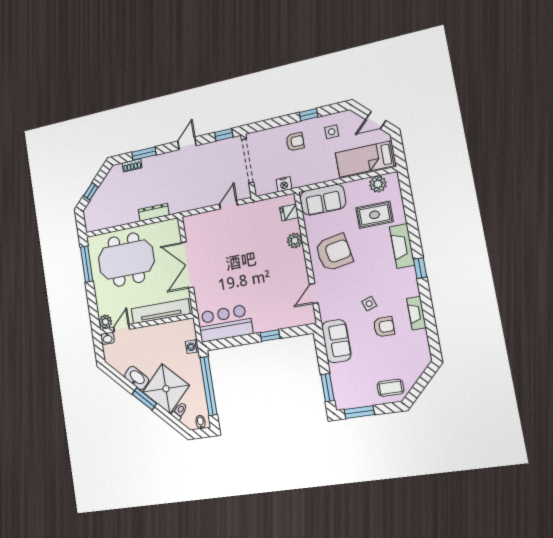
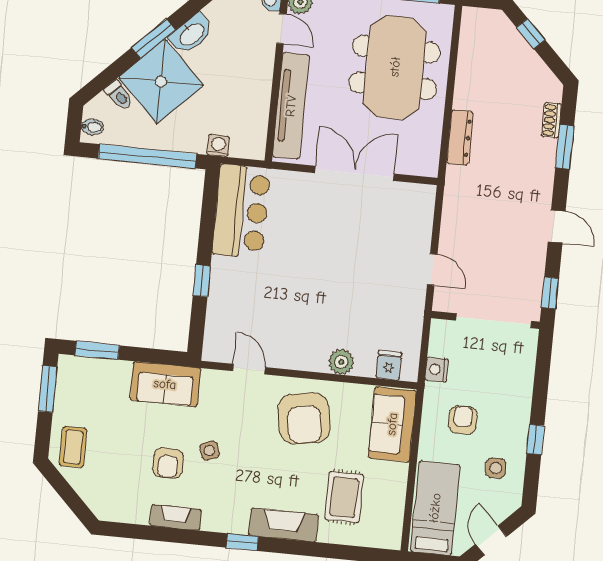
armchair: (295, 142) -> (463, 420), moved, turned 180
plant: (378, 184) -> (390, 516), removed

